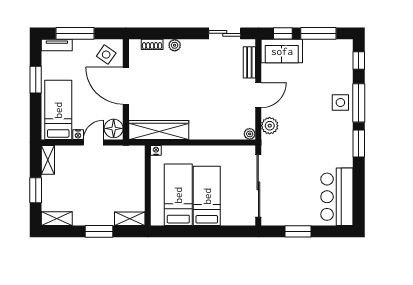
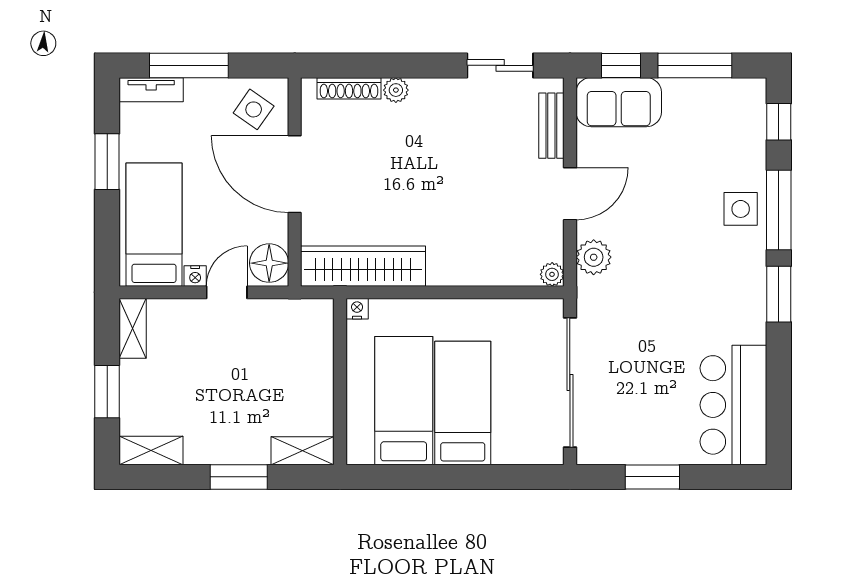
shoe rack: (152, 44) -> (349, 88), width x1.43

